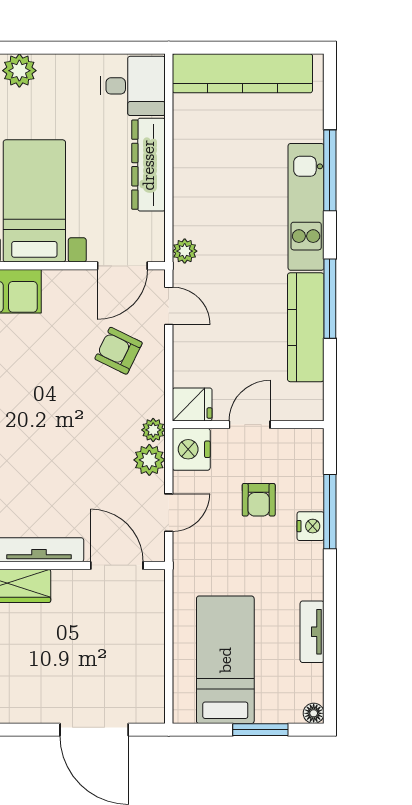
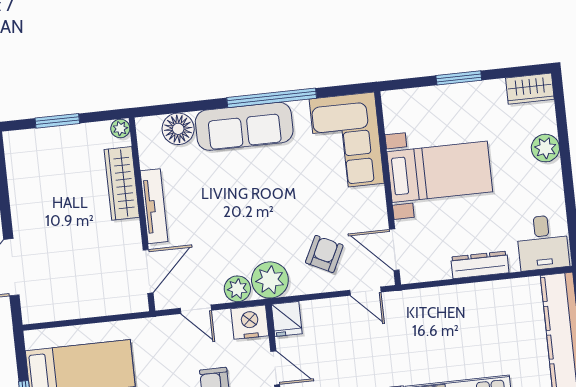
dresser: (148, 165) -> (480, 265), width x0.73, depth x0.80
plant: (185, 251) -> (412, 299), removed
door: (169, 306) -> (365, 291), hinge flipped
plant: (153, 430) -> (270, 280), width x1.88, depth x1.88

